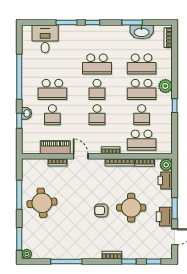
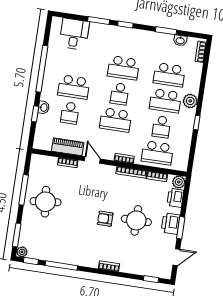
washbasin: (142, 32) -> (180, 40), width x0.52, depth x0.69
school desk: (97, 115) -> (116, 120), width x1.85
printer: (164, 217) -> (171, 224), moved
window: (129, 261) -> (31, 261), moved

